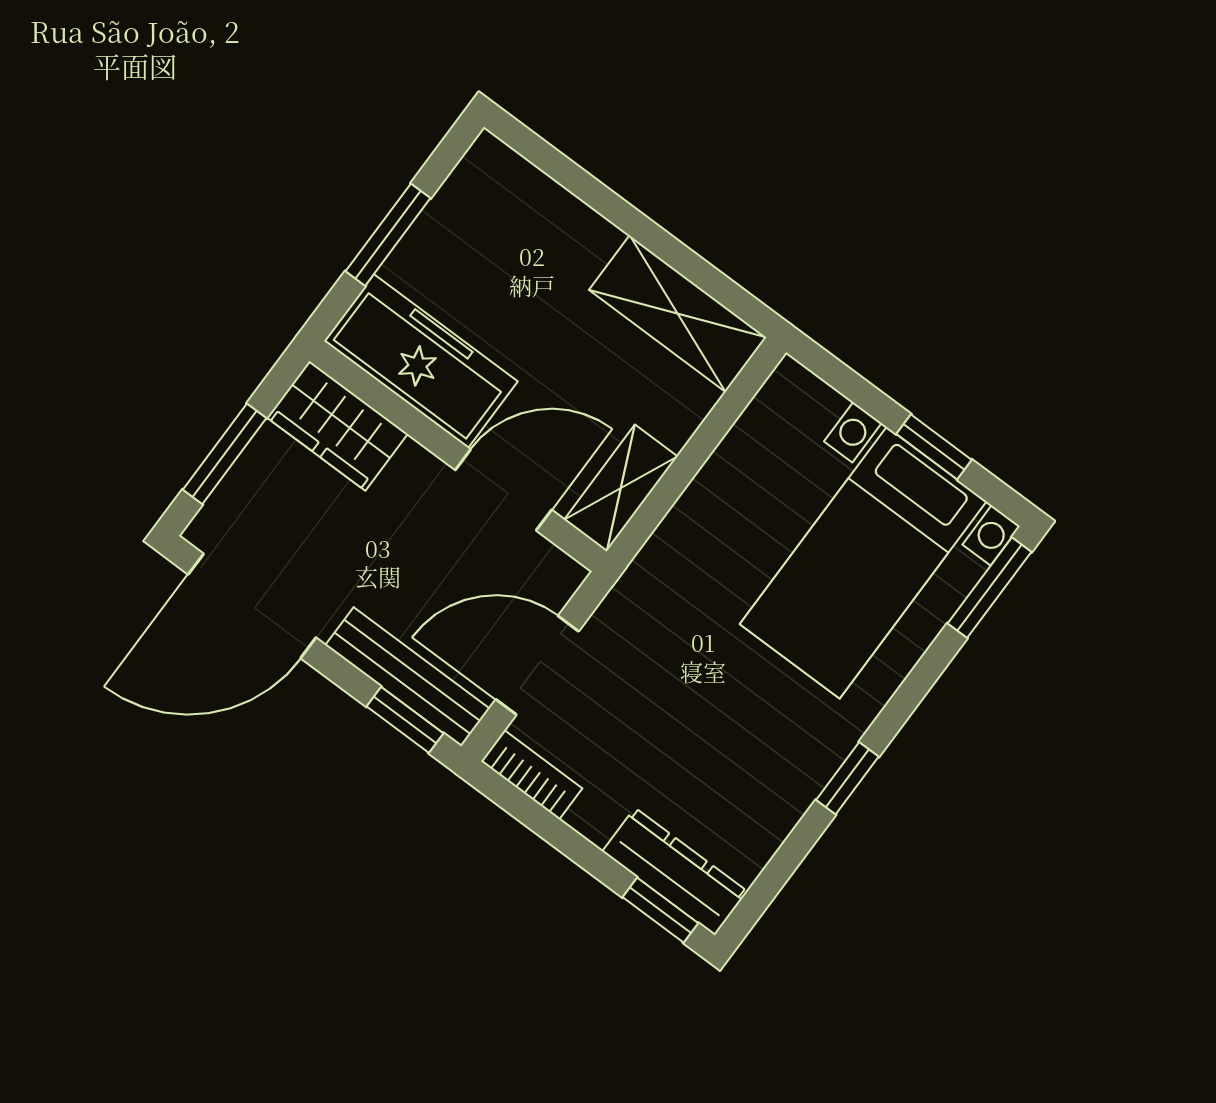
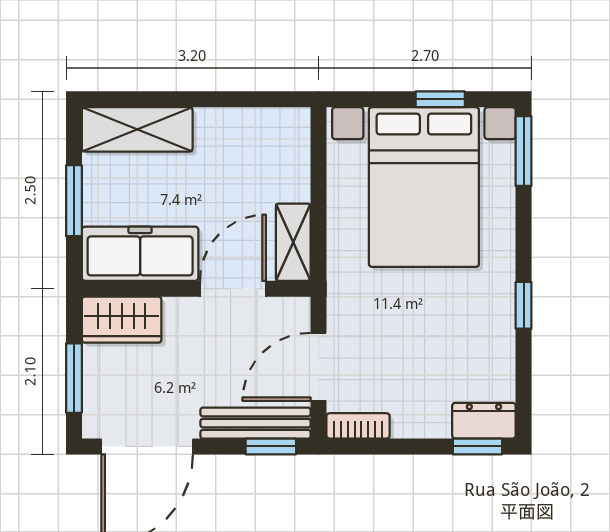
shelving: (678, 314) -> (137, 129), moved
bed with nightstands: (863, 563) -> (424, 187), width x1.36
dresser: (675, 872) -> (484, 421), width x0.70

